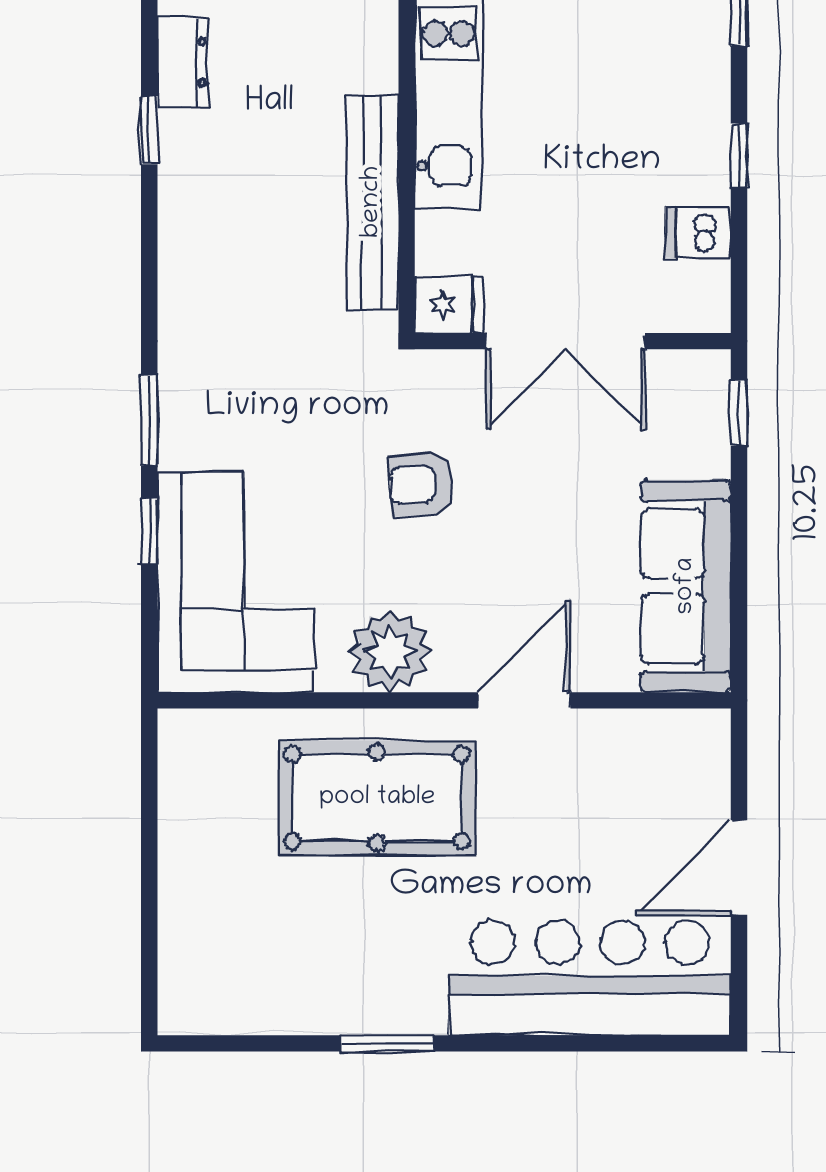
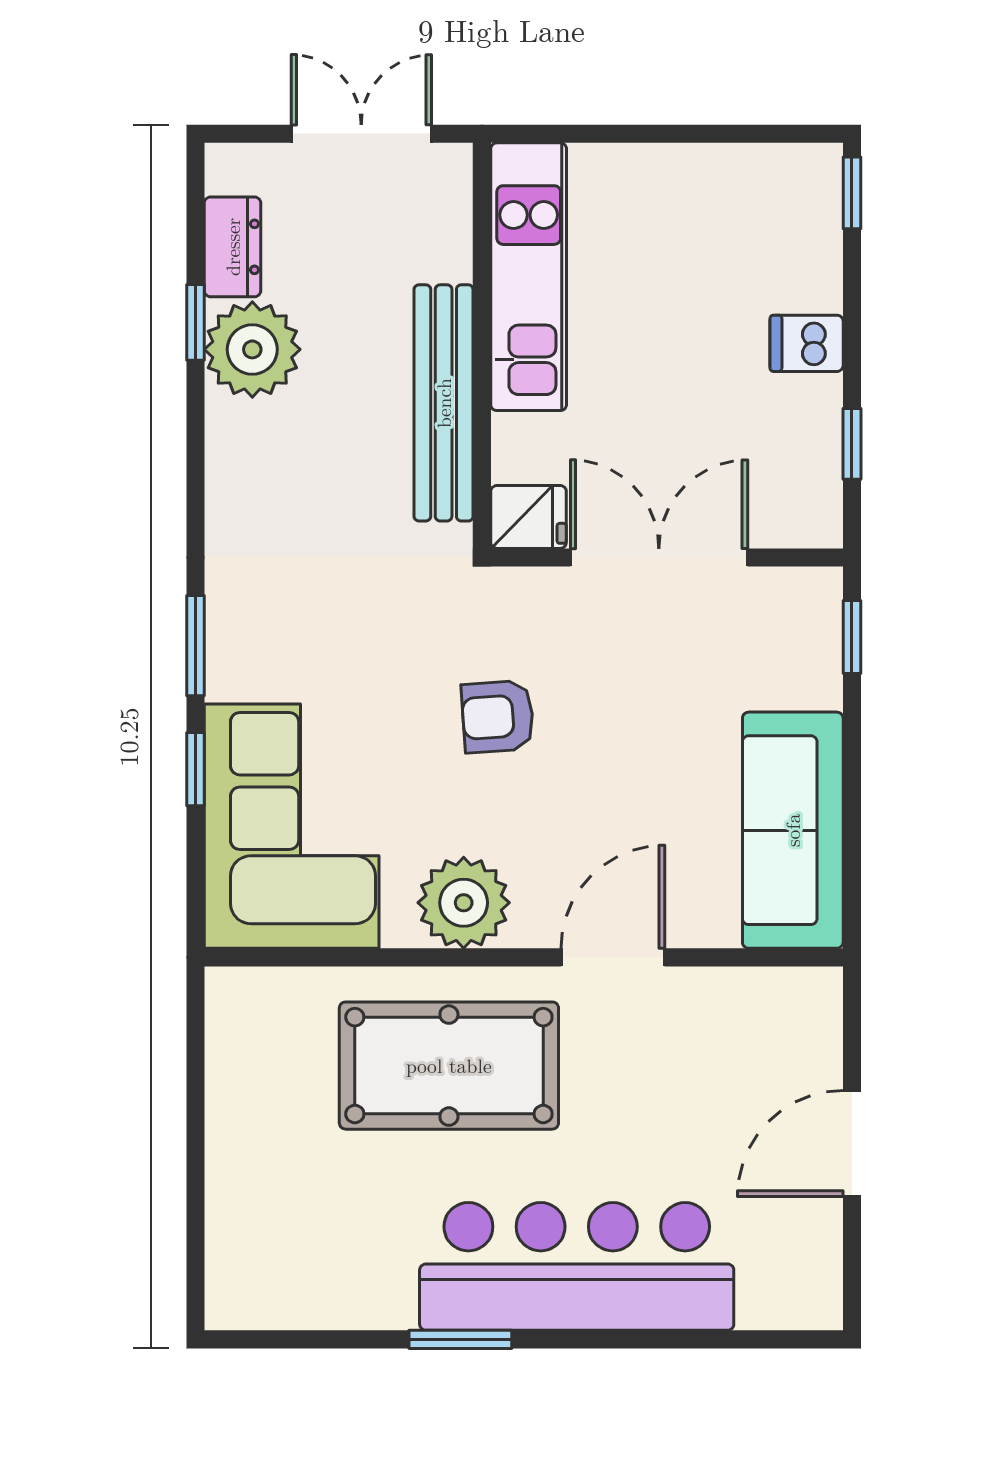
plant: (200, 154) -> (252, 349), added
window: (739, 156) -> (852, 444), moved
dishwasher: (698, 232) -> (807, 343), moved
double door: (566, 341) -> (659, 557), swing flipped
bar counter: (590, 978) -> (577, 1266), moved

